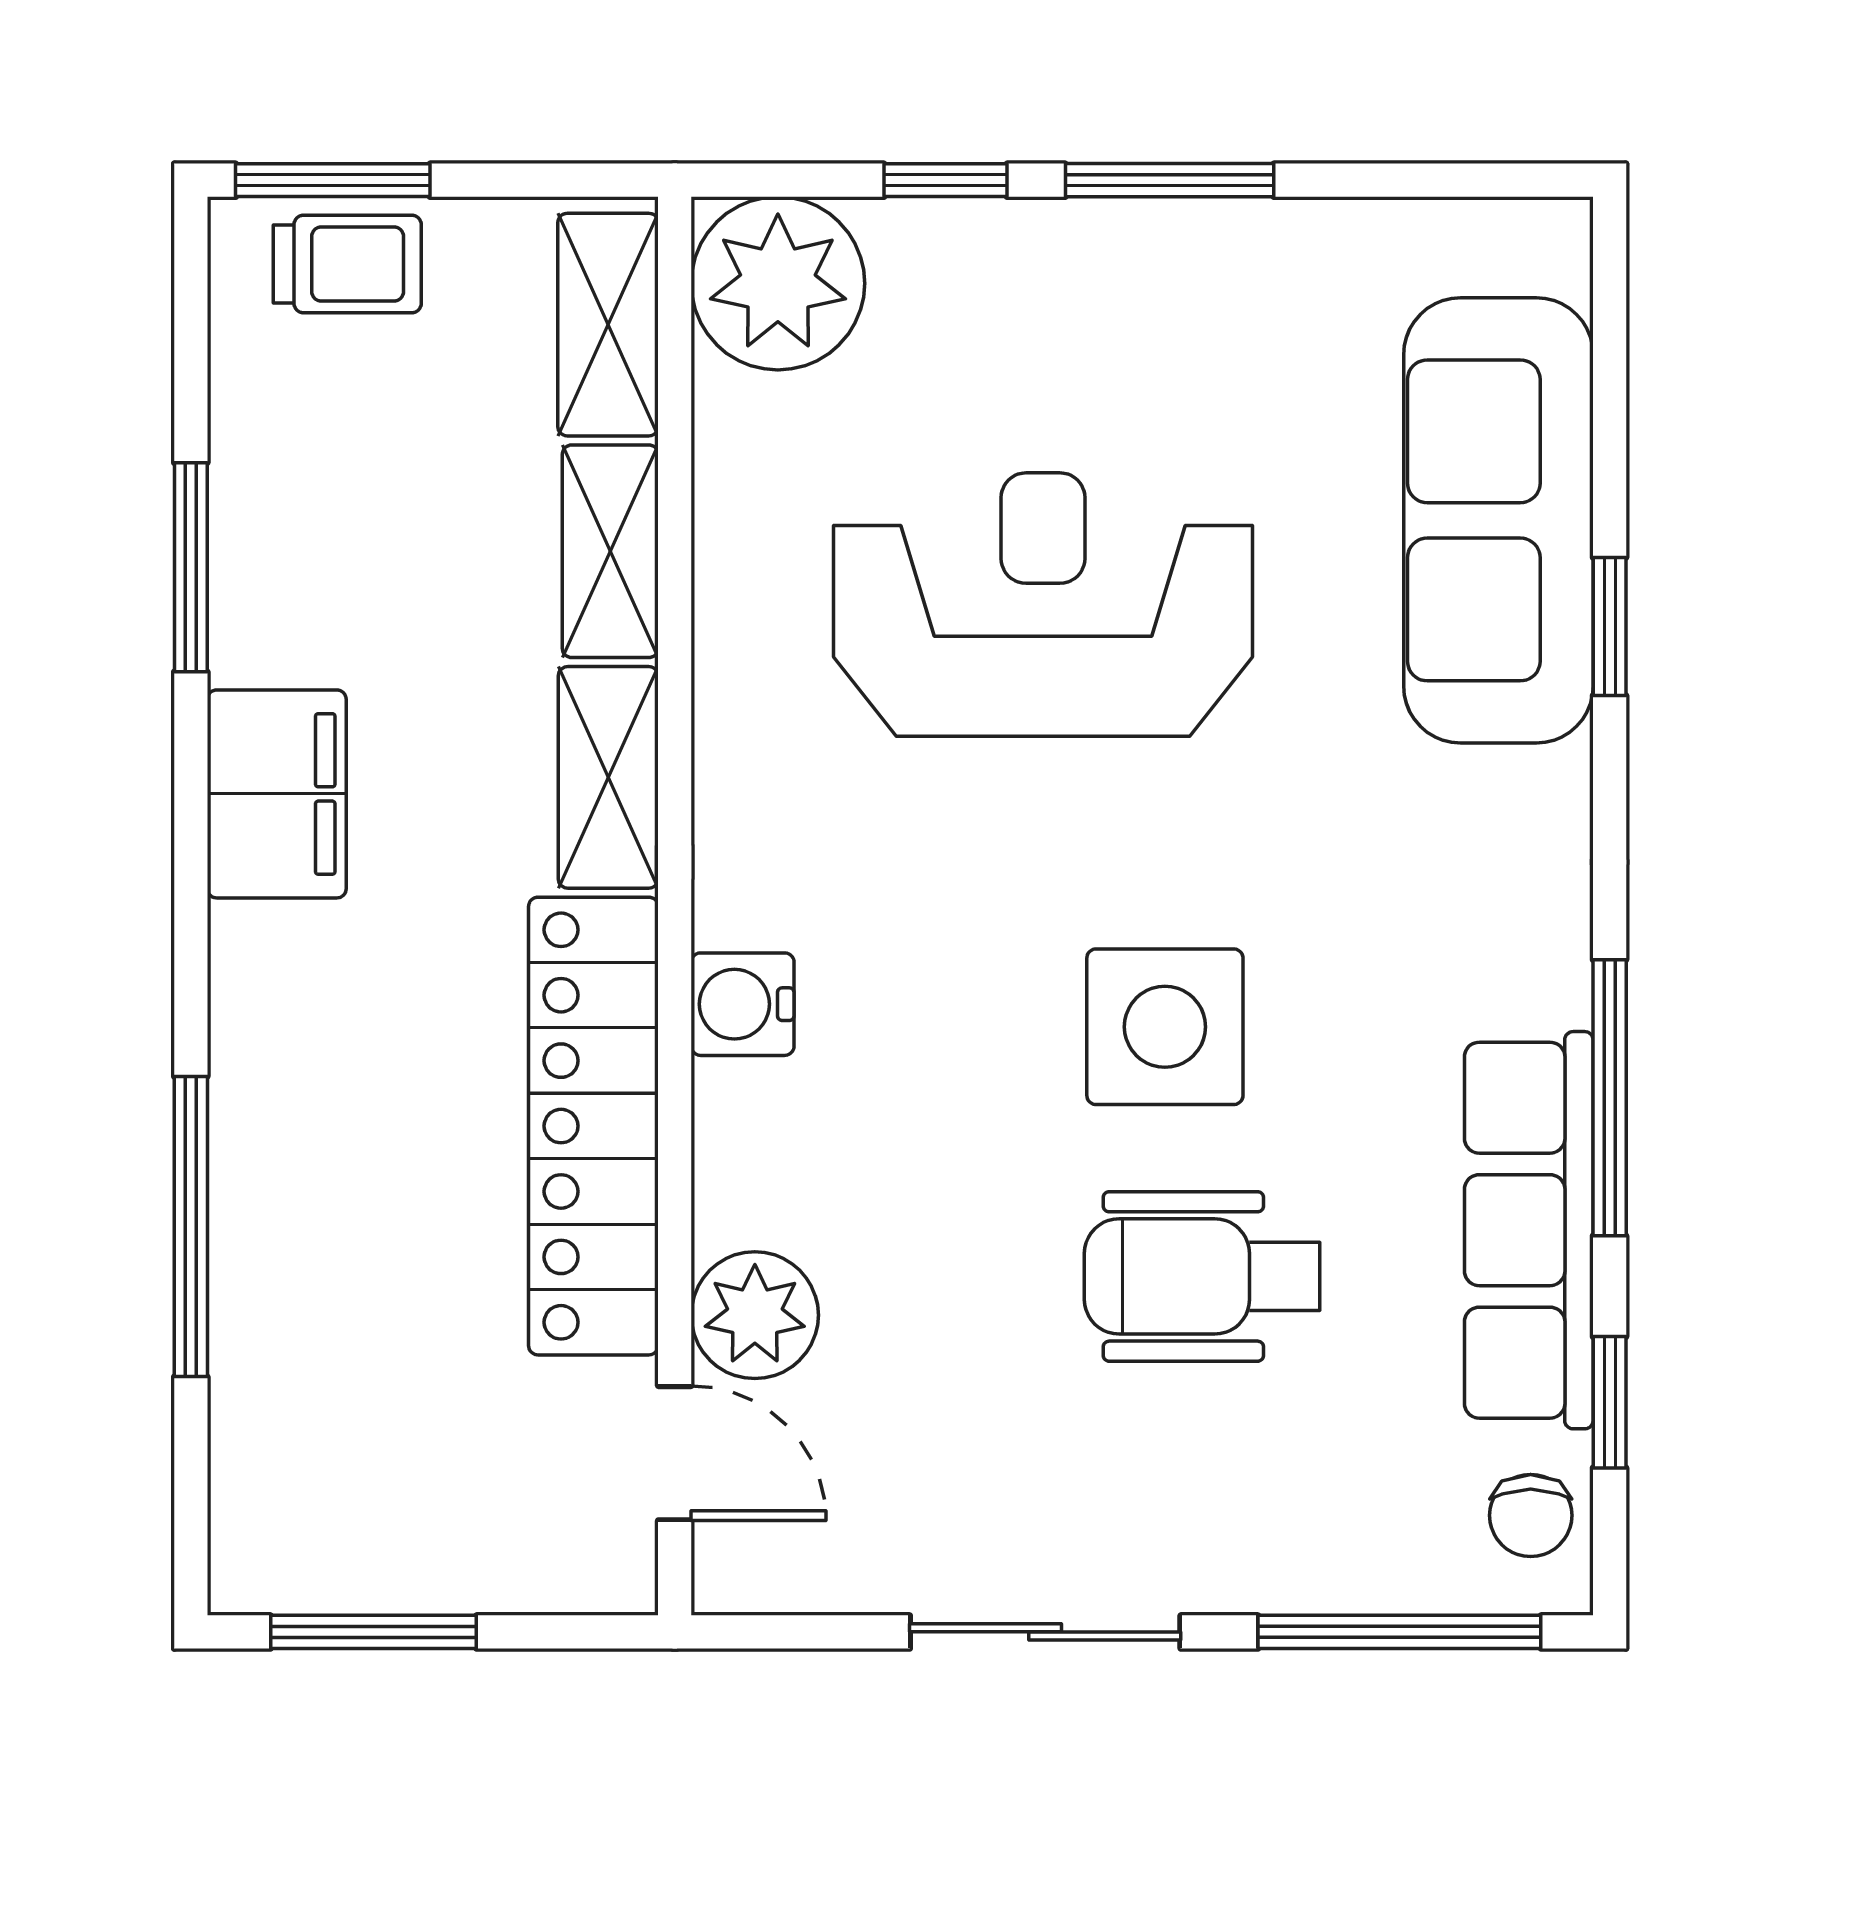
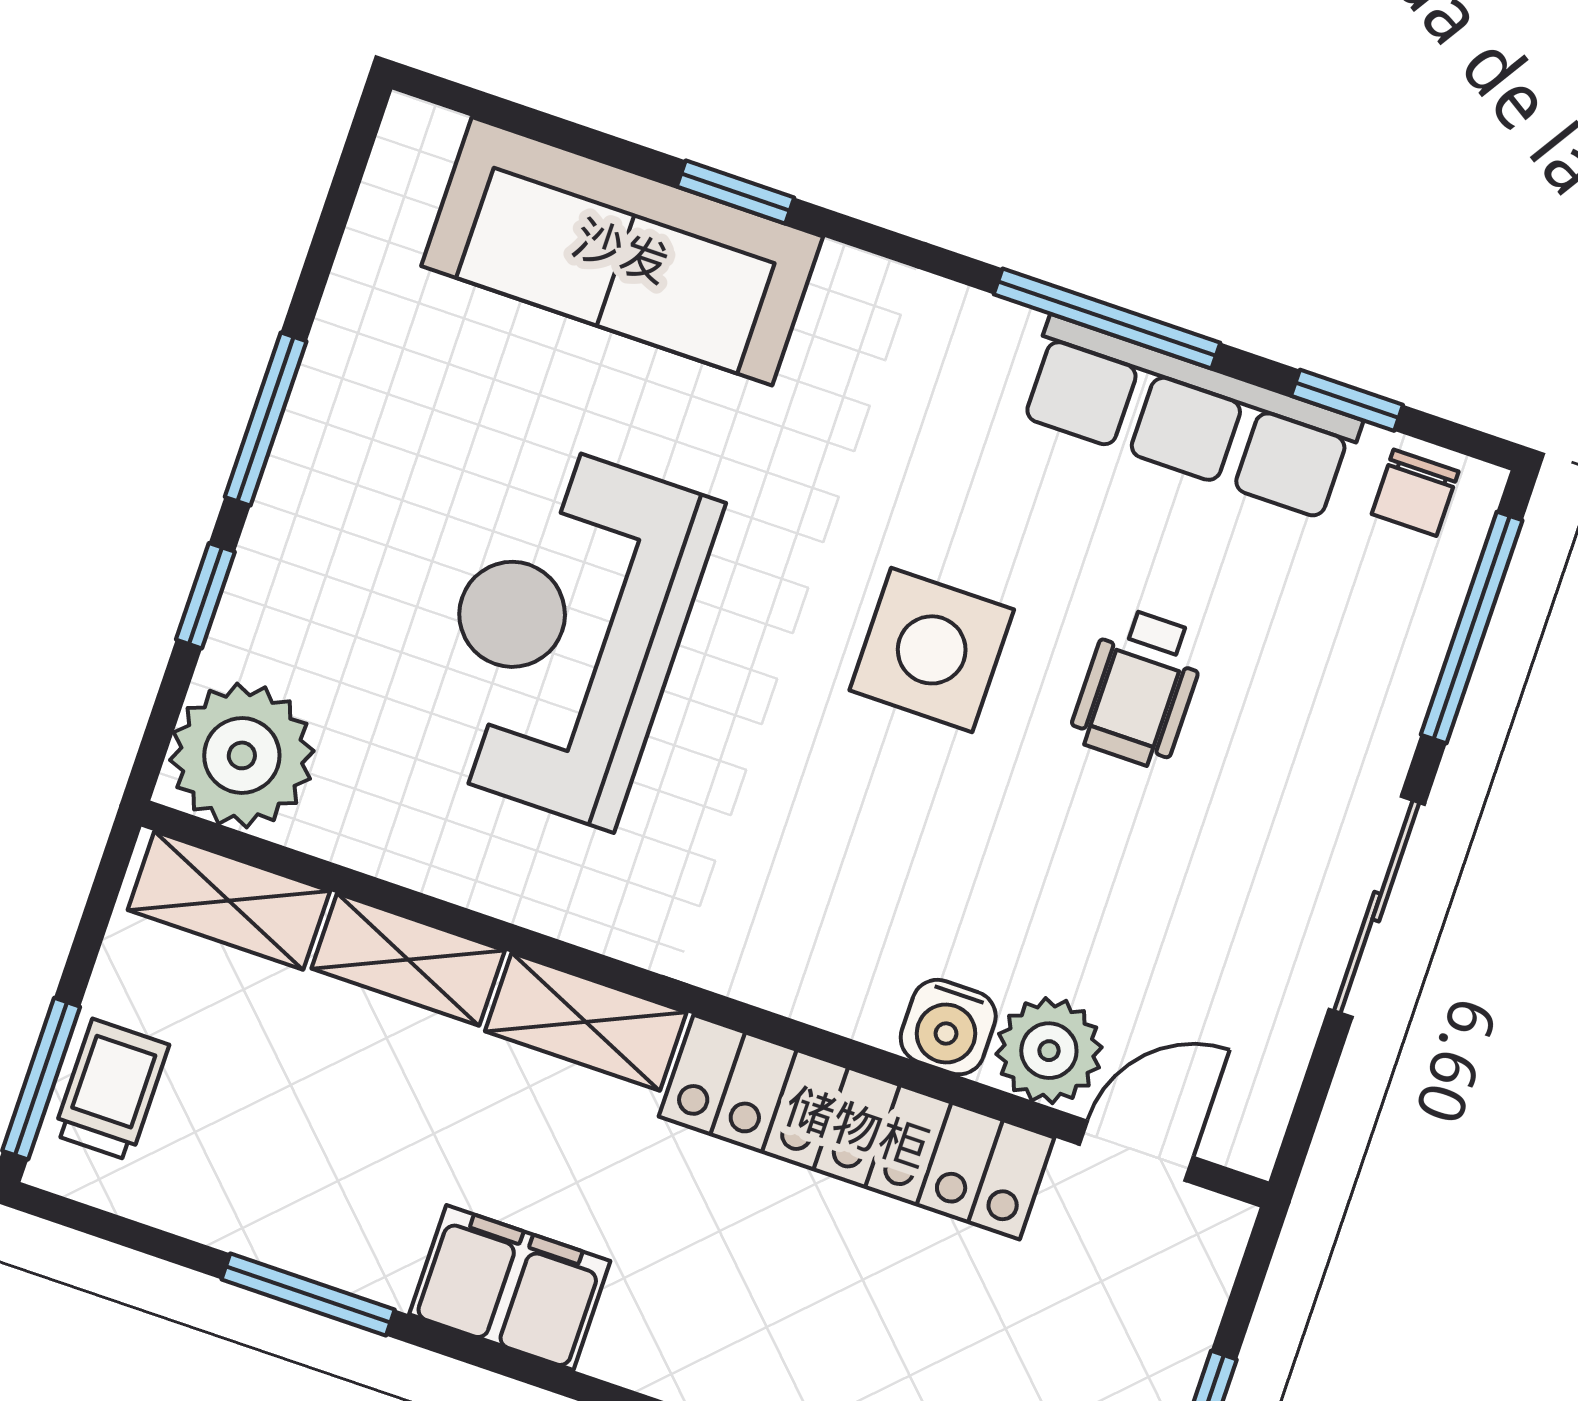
water cooler: (743, 1004) -> (948, 1027), moved
wheelchair: (1202, 1276) -> (1139, 688), width x0.73, depth x0.73
chair: (1531, 1515) -> (1415, 493), turned 90

